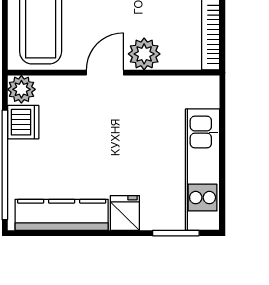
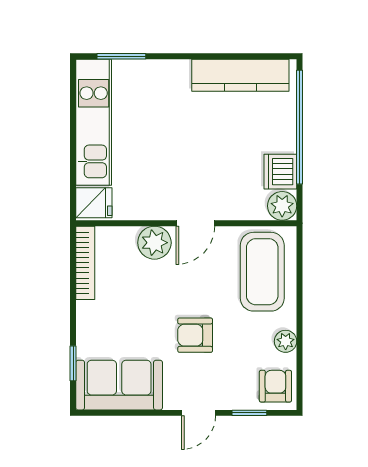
fridge: (125, 213) -> (94, 203), moved, turned -90

